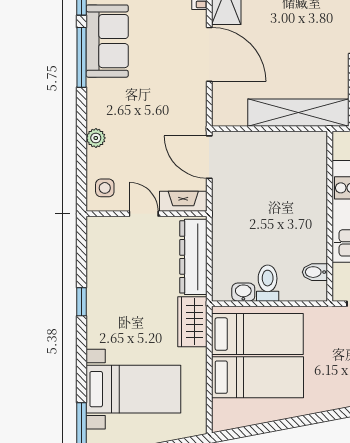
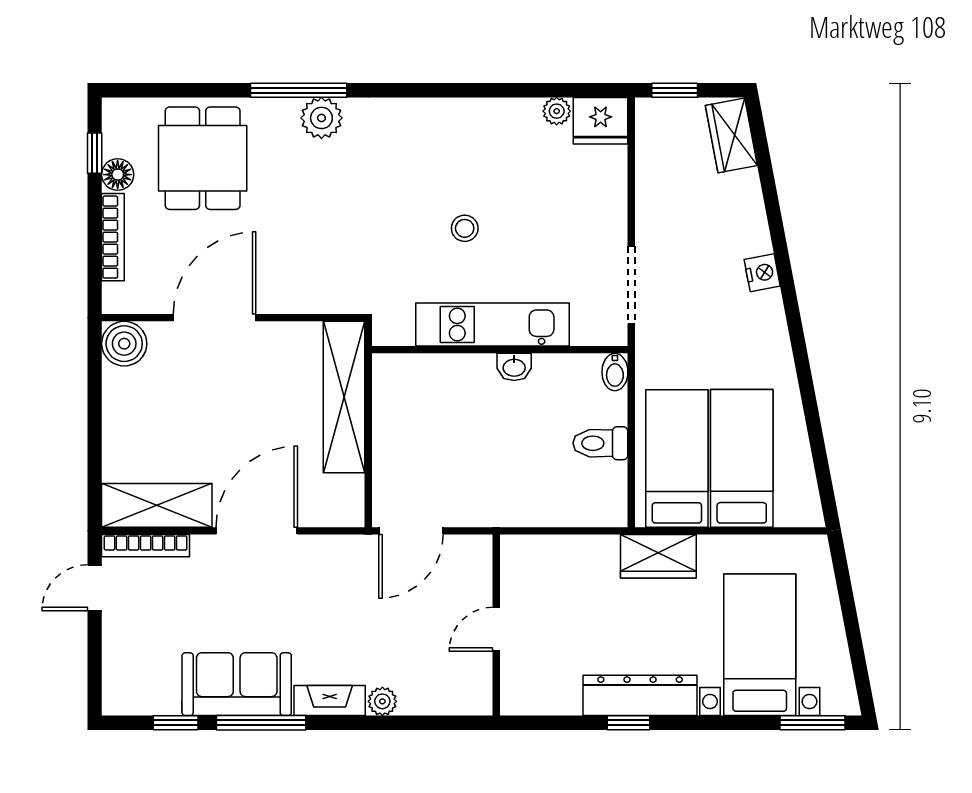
side table: (105, 188) -> (457, 688), removed
fireplace: (183, 201) -> (330, 700), moved, turned 90
dresser: (193, 257) -> (640, 695), moved, turned 180
bidet: (315, 272) -> (615, 372), moved
washbasin: (243, 292) -> (514, 367), moved, turned -90

